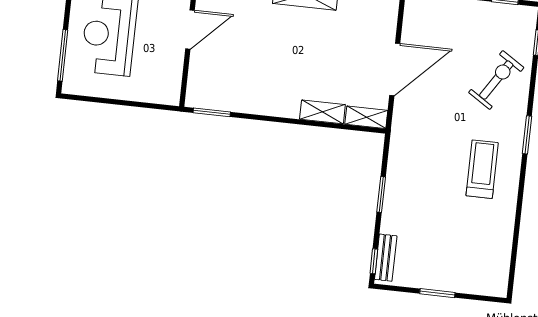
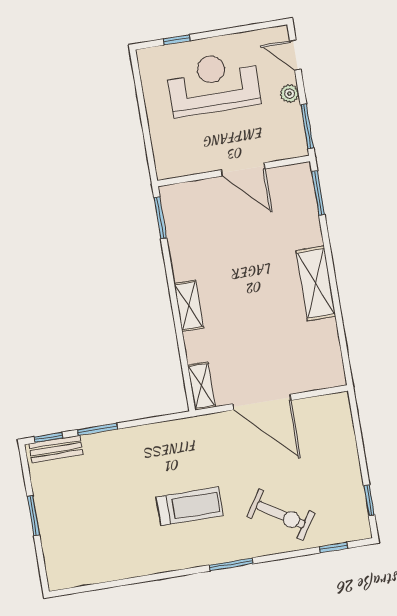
window: (63, 55) -> (177, 40), width x0.46
shelving: (322, 112) -> (189, 306), moved
treadmill: (482, 169) -> (190, 506), moved
window: (381, 194) -> (97, 429), moved

